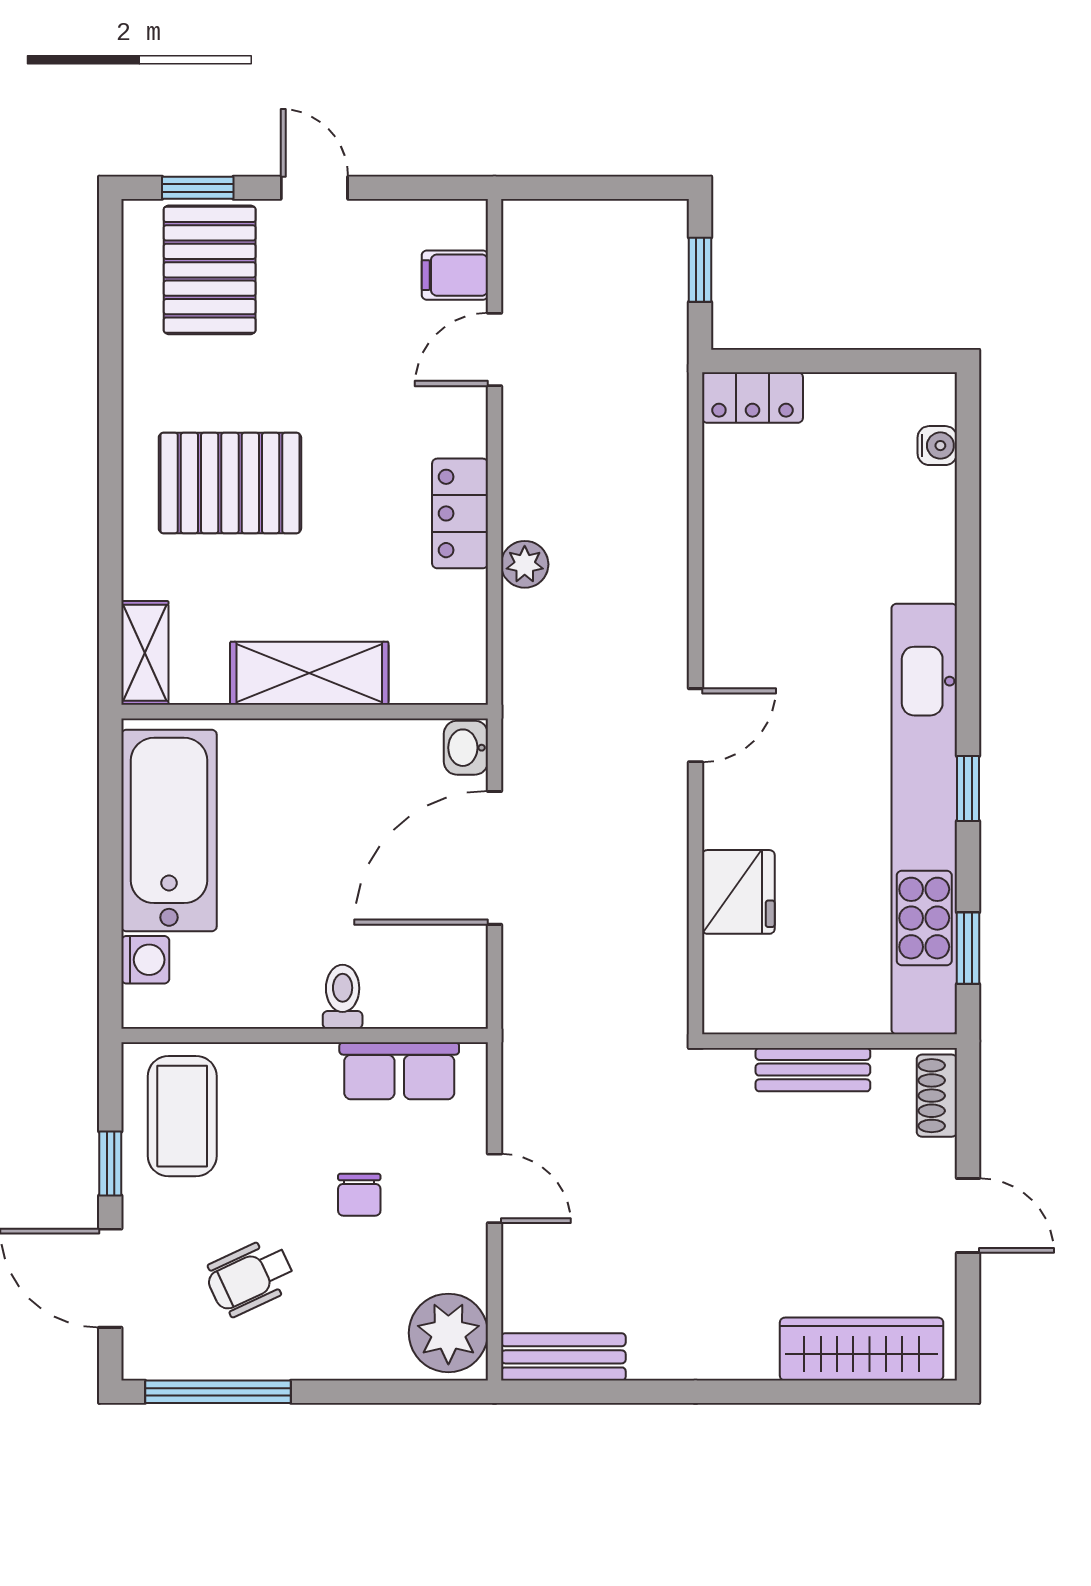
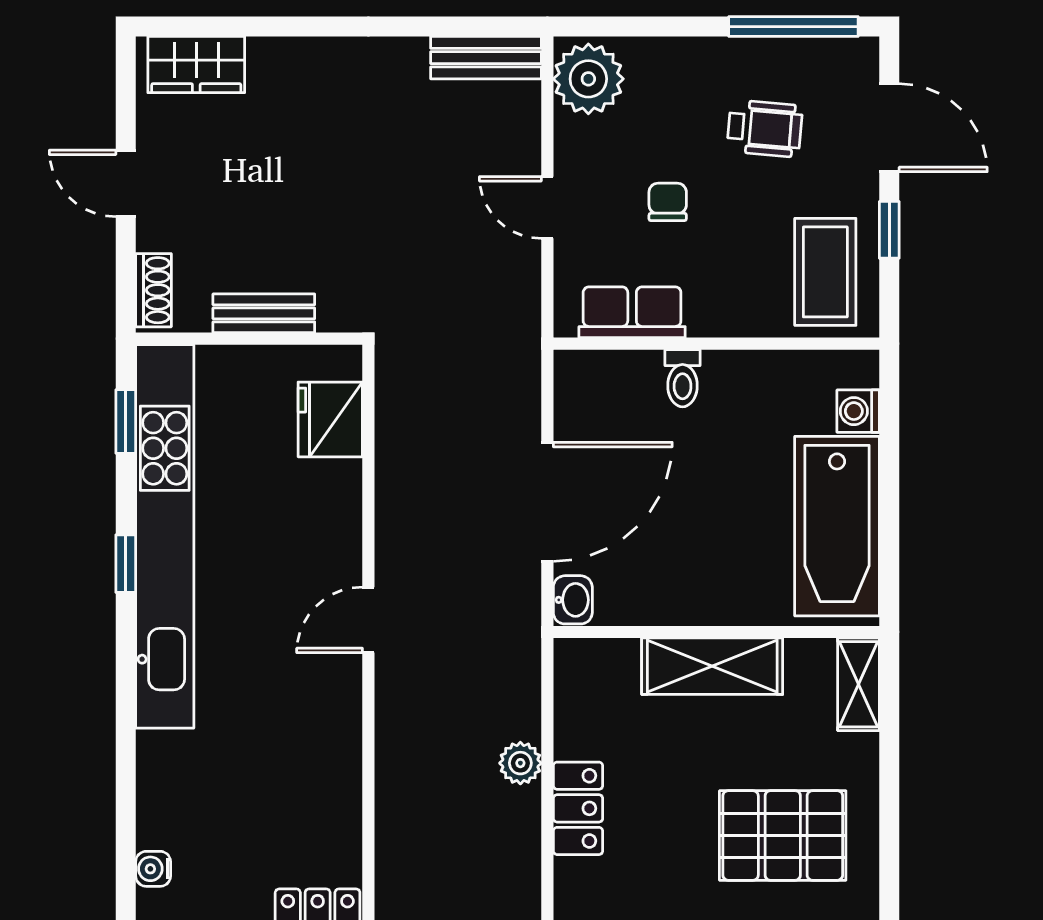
fridge: (738, 892) -> (330, 419), moved
wheelchair: (250, 1277) -> (765, 128), turned 30
wardrobe: (862, 1349) -> (196, 65), width x0.67

